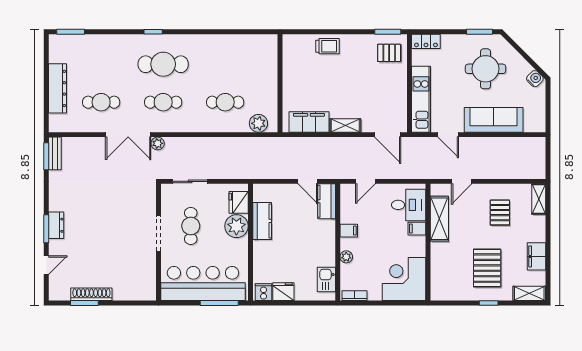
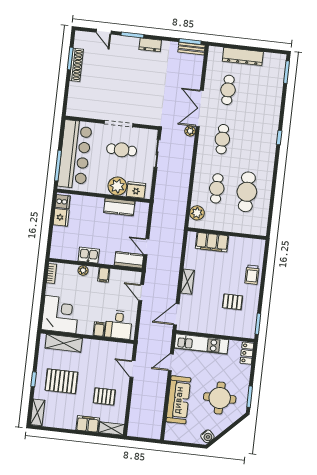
pallet: (389, 53) -> (233, 302), moved, turned 90
cafe table: (163, 64) -> (247, 192), moved
filing cabinet: (309, 122) -> (212, 242), moved, turned 90
door: (308, 181) -> (146, 247), hinge flipped
shelving: (439, 219) -> (64, 343), moved
dresser: (56, 225) -> (150, 45), moved
filing cabinet: (537, 256) -> (88, 424), moved
kitchen sink: (326, 280) -> (89, 255), moved

